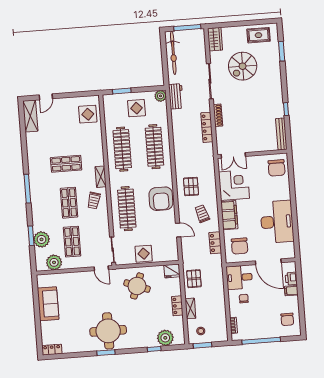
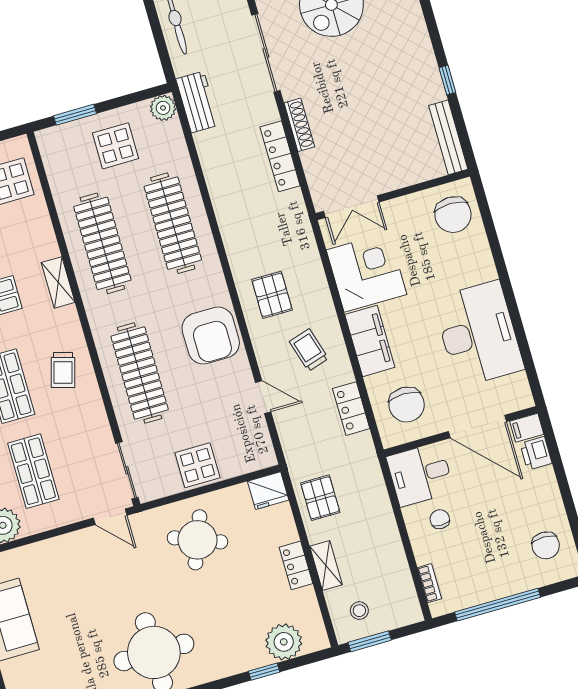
shelving: (101, 177) -> (58, 282), moved
filing cabinet: (291, 291) -> (527, 428), moved

